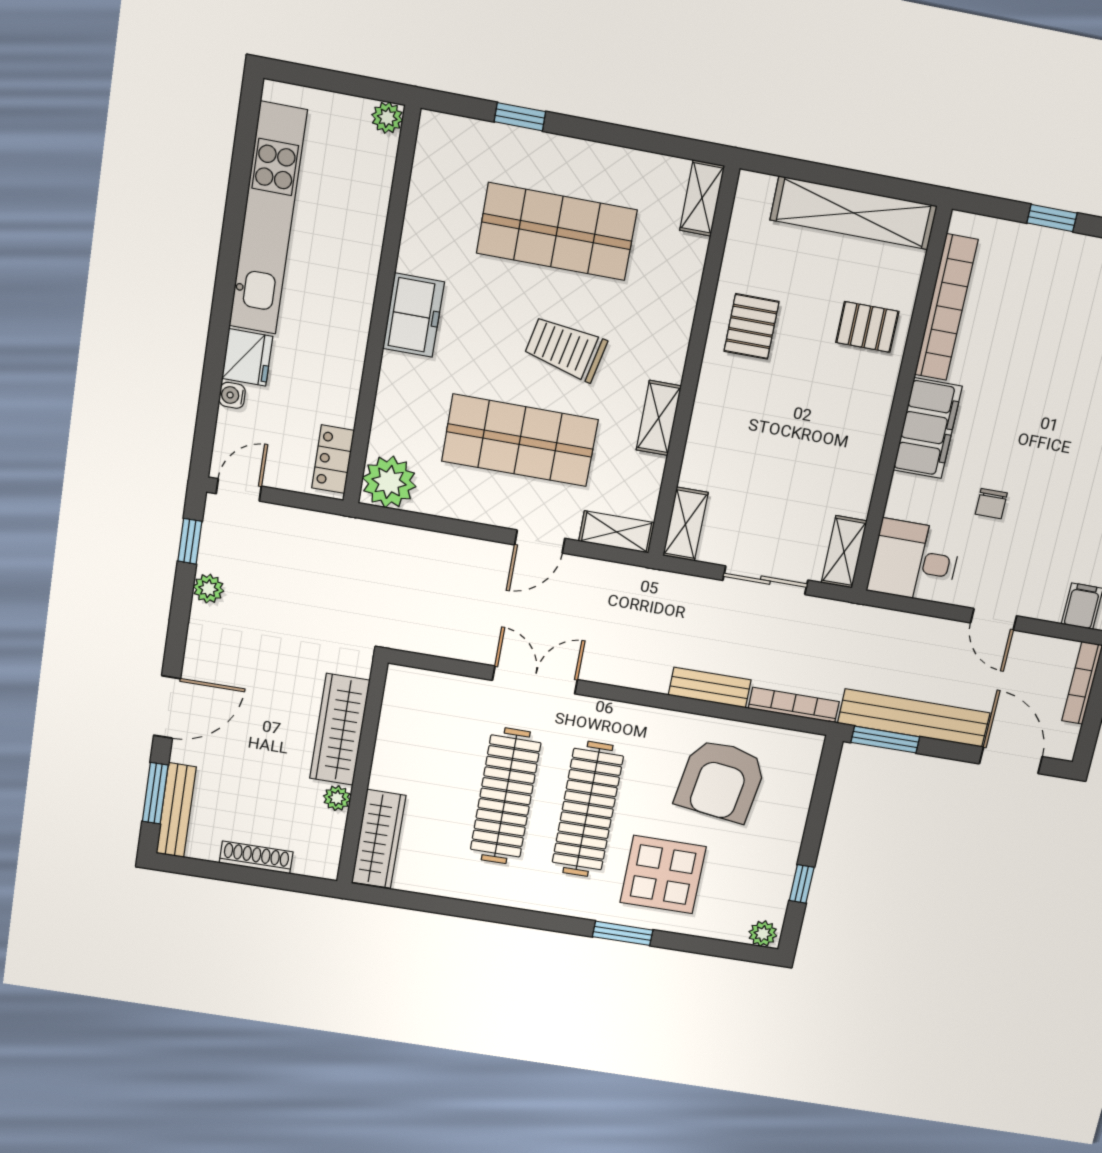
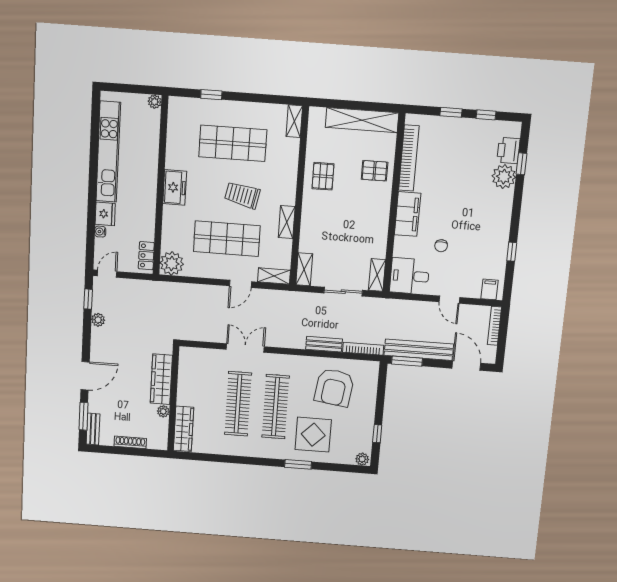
bench: (176, 810) -> (93, 429), width x0.73

